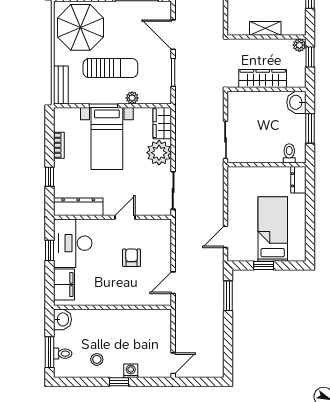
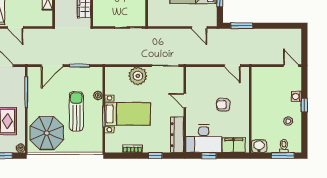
bench: (61, 85) -> (89, 147), removed
wardrobe: (162, 123) -> (116, 73), removed
armchair: (132, 258) -> (223, 105), moved

